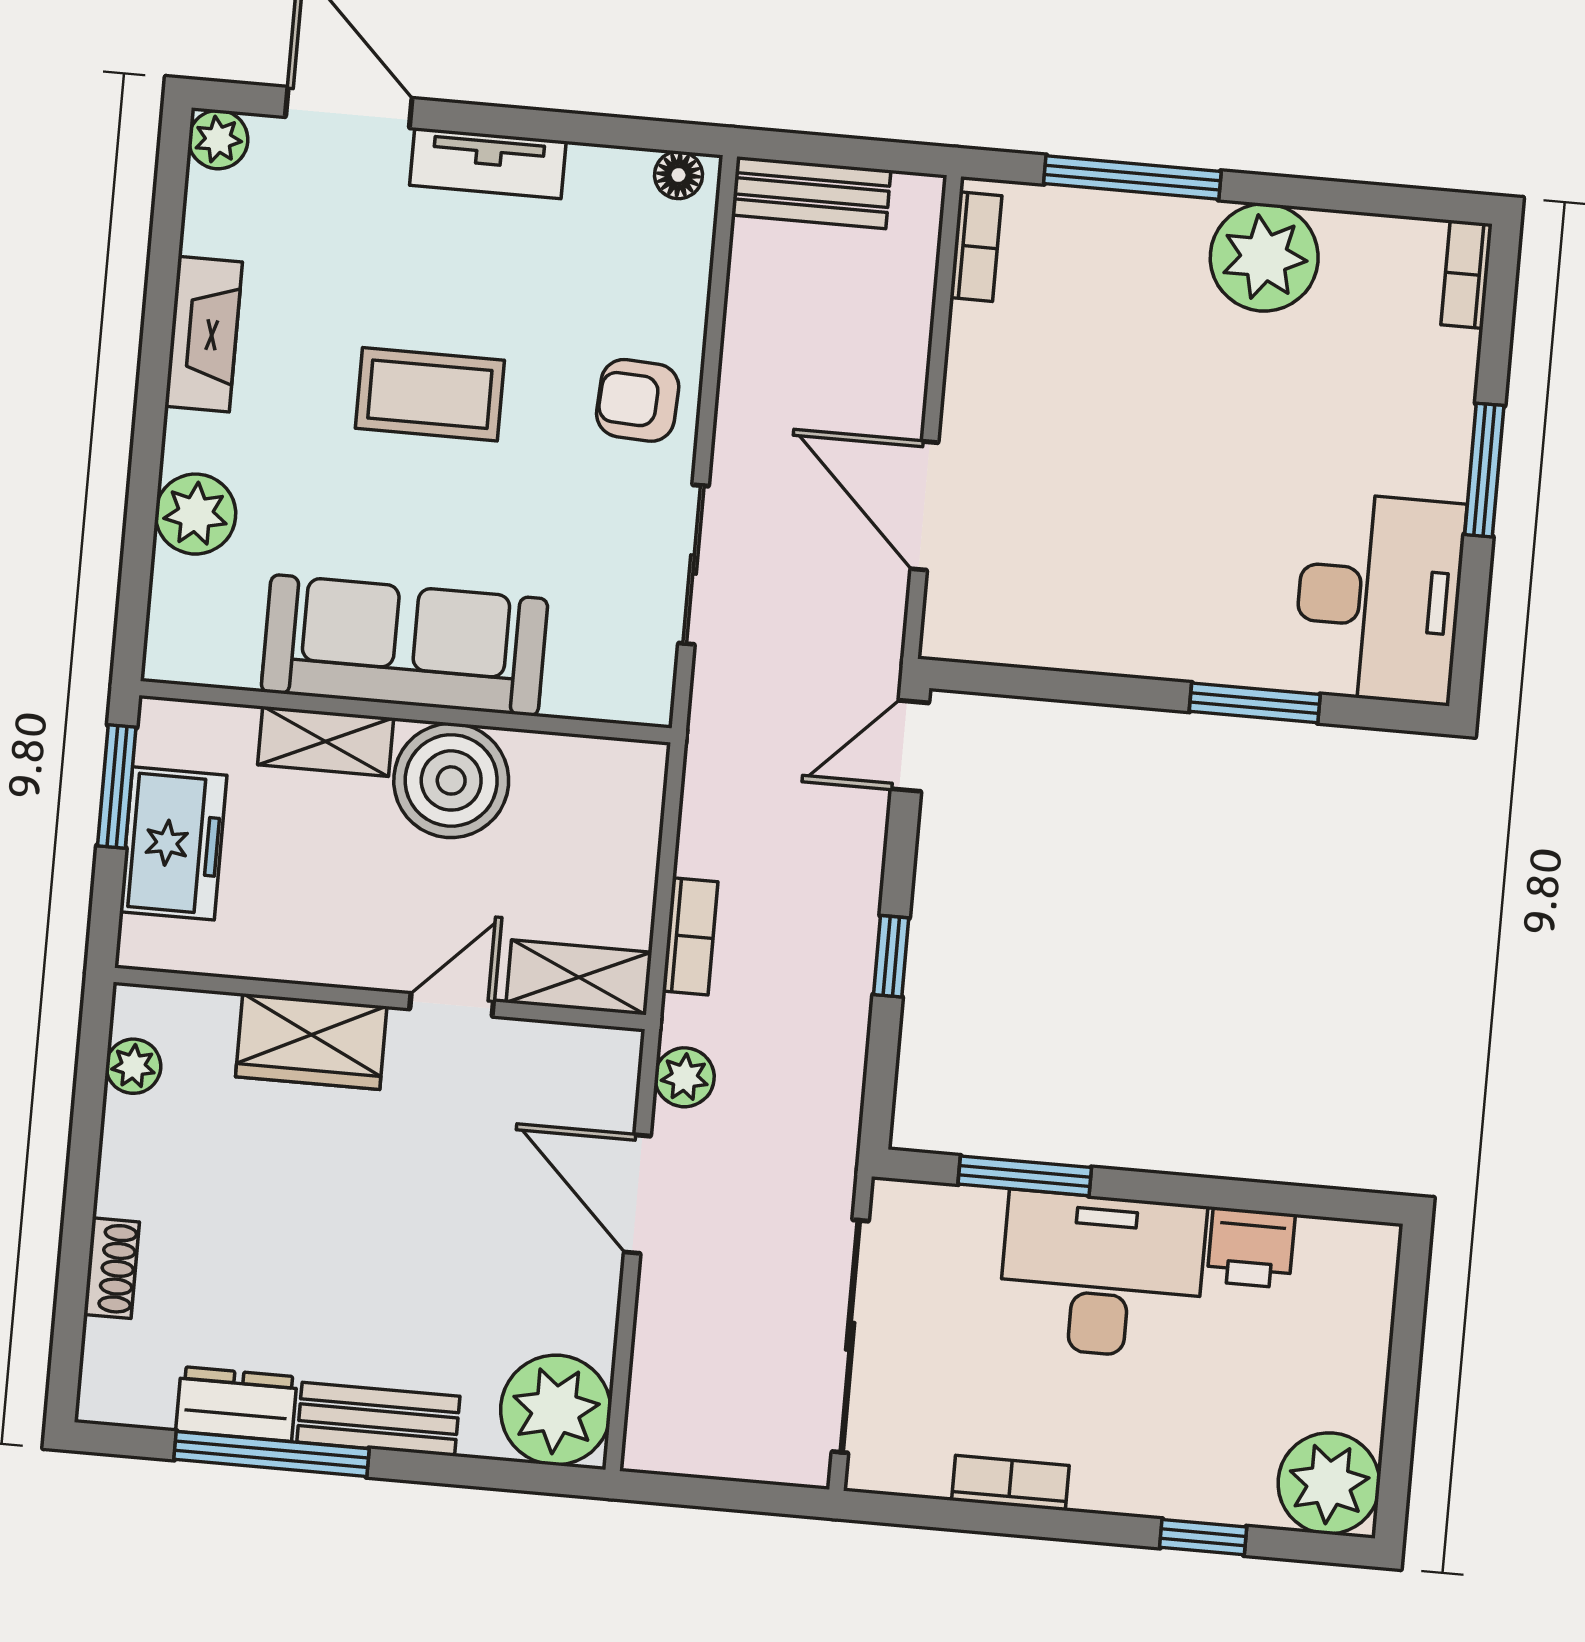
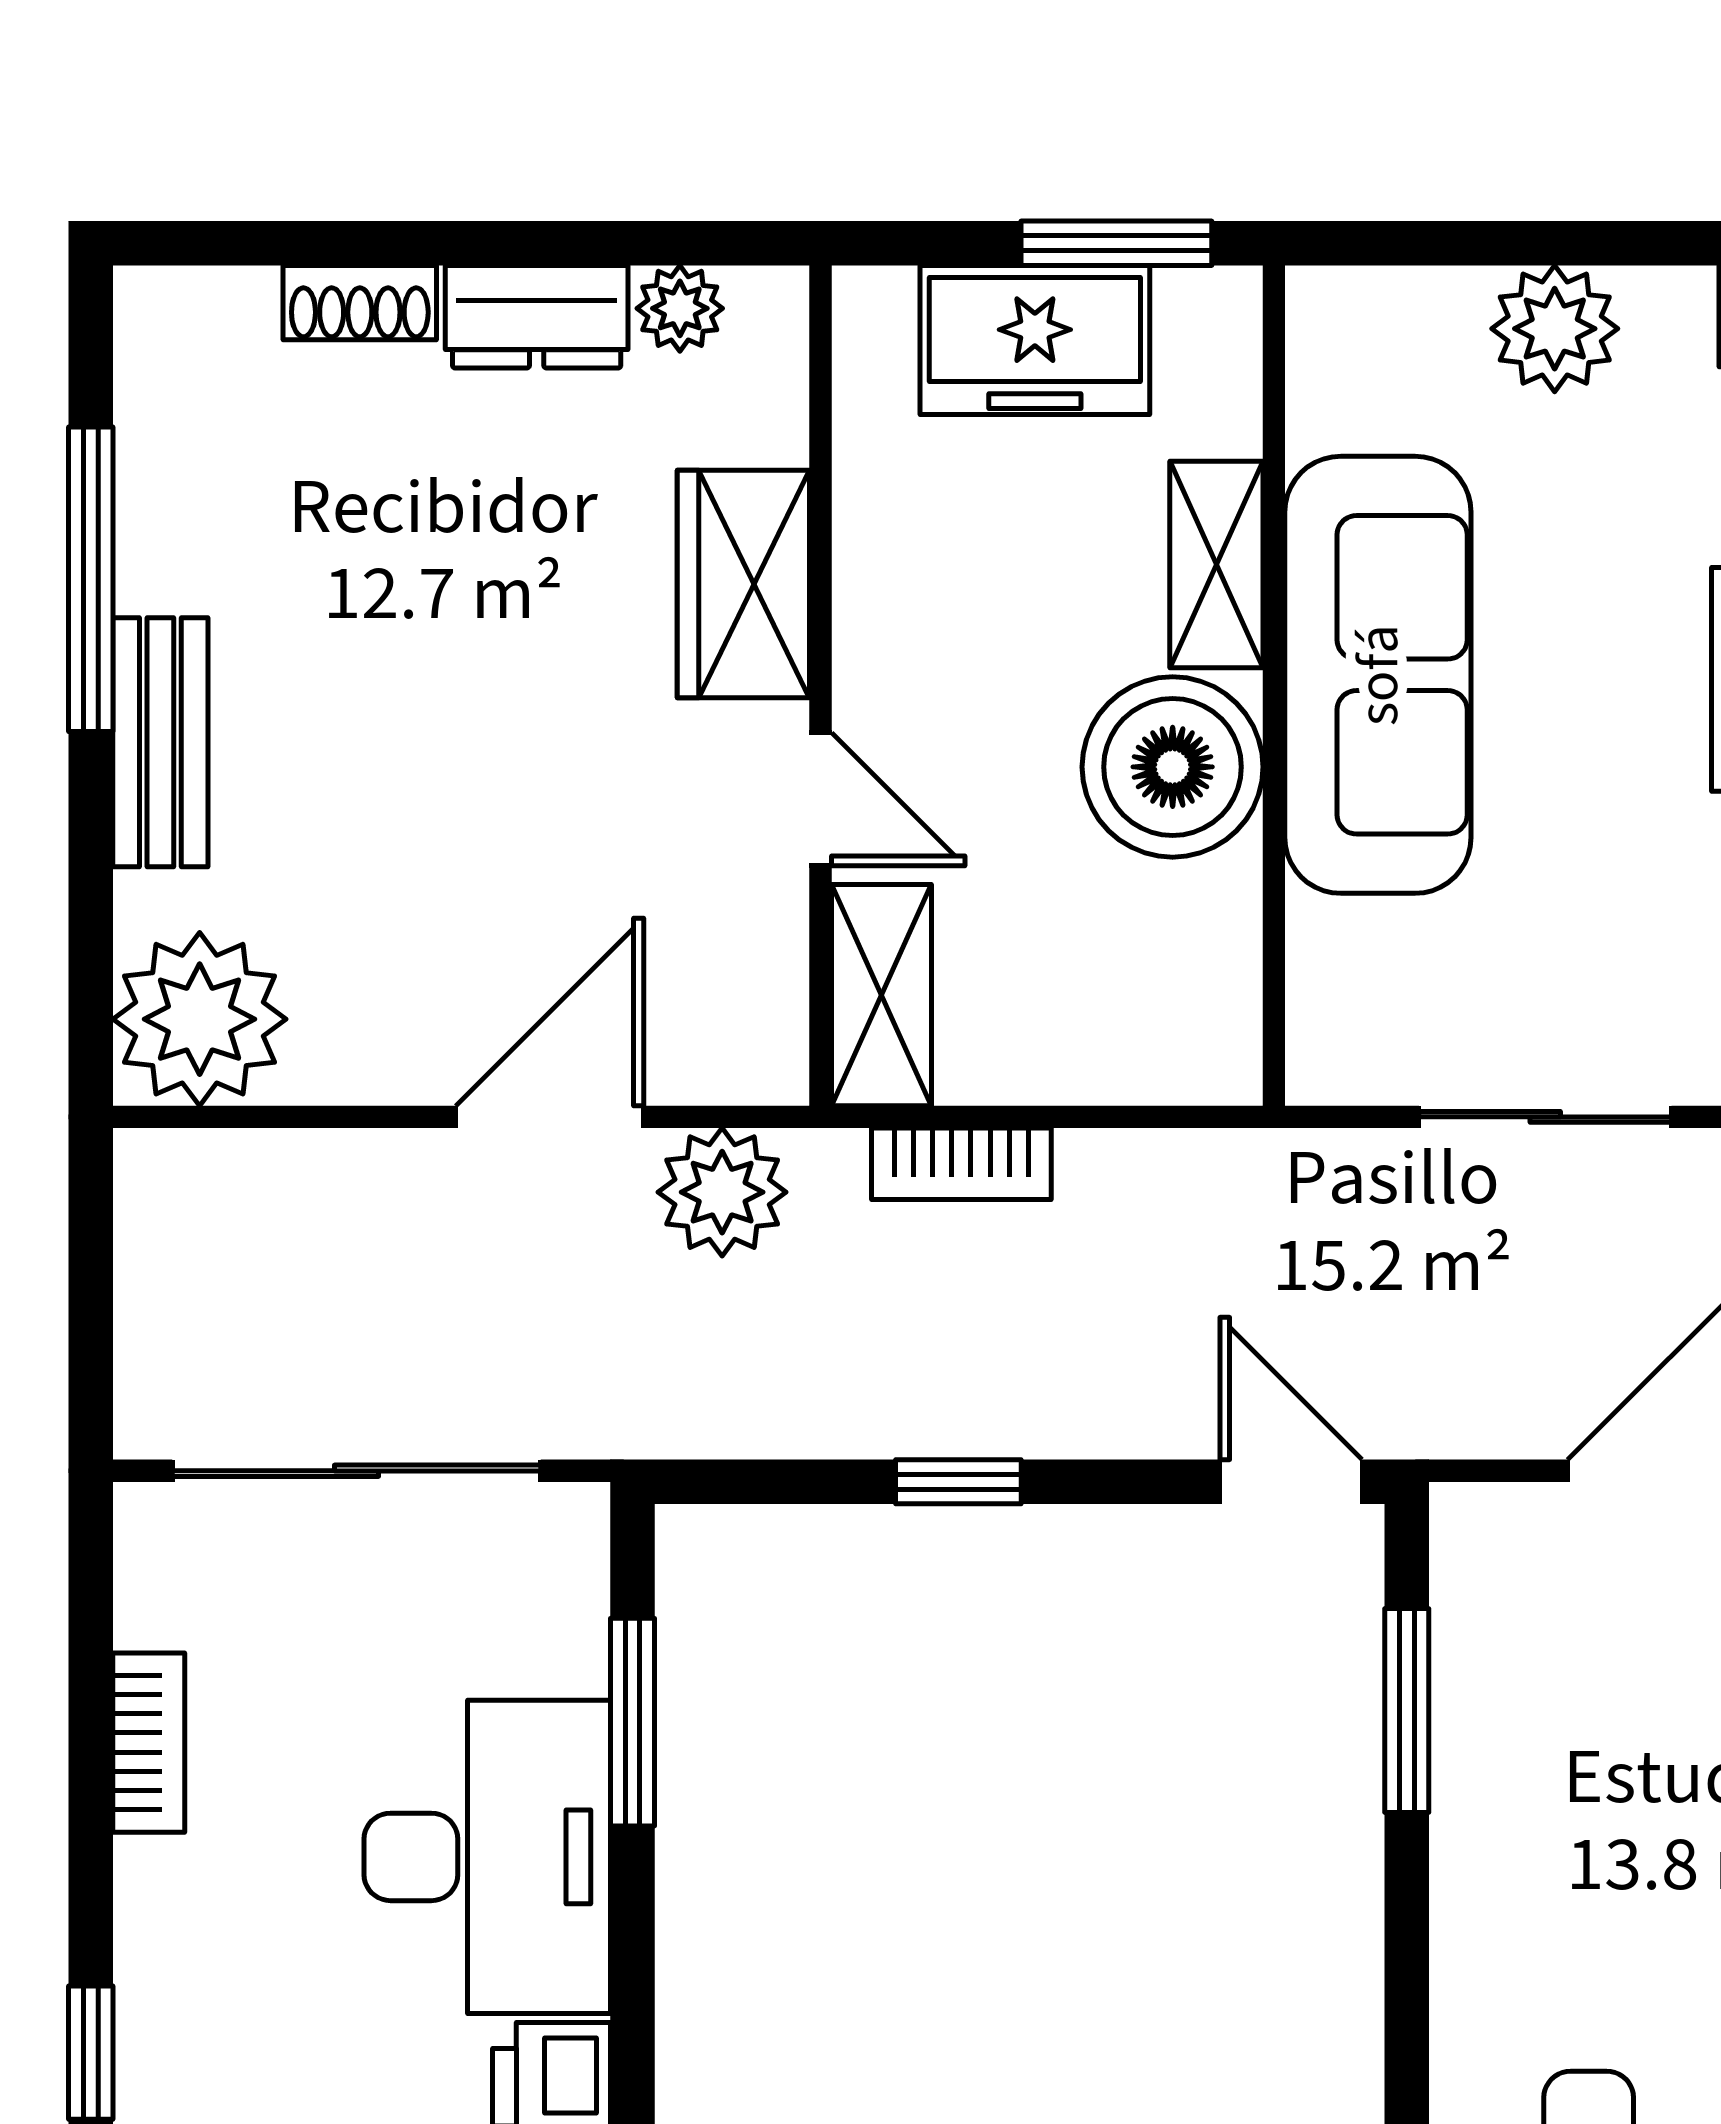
window: (1255, 703) -> (1407, 1710), moved
plant: (685, 1077) -> (722, 1192), width x1.38, depth x1.38
dresser: (236, 1404) -> (537, 317), moved, turned 90

